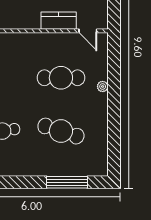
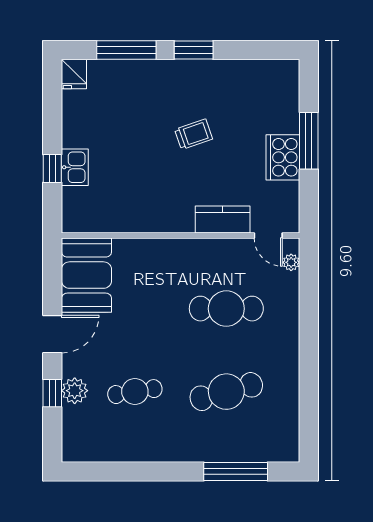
plant: (103, 86) -> (291, 262), moved
cafe table: (61, 131) -> (226, 392), turned -33

